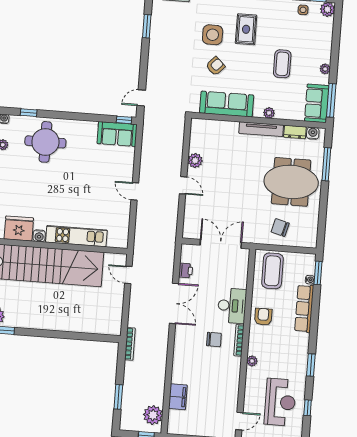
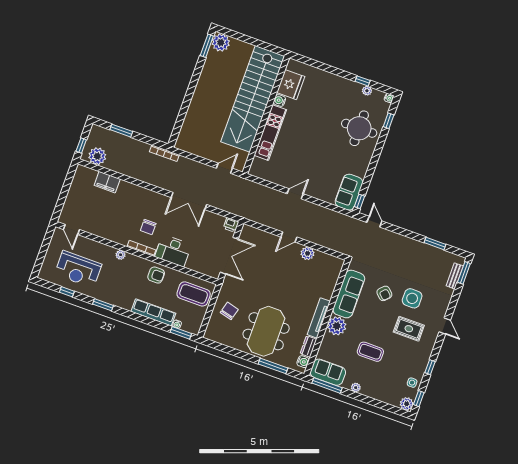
plant: (269, 113) -> (337, 326), width x1.88, depth x1.88
printer: (186, 270) -> (231, 225), moved

